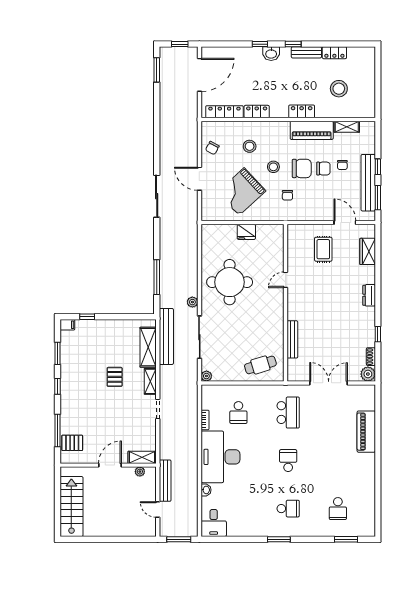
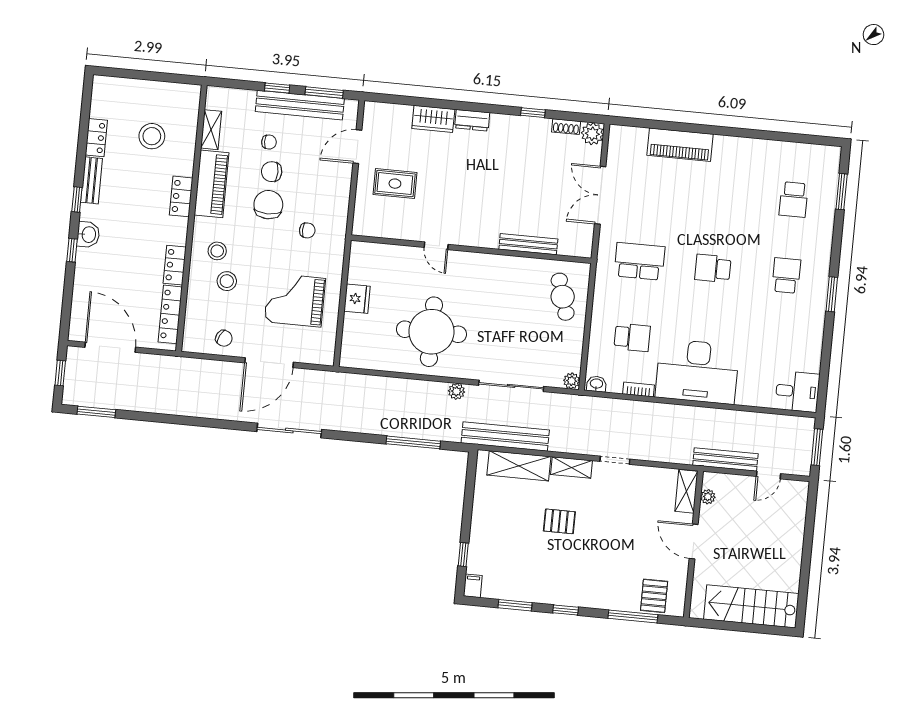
stool: (273, 167) -> (217, 251), moved
chair: (323, 169) -> (272, 172), turned -90
door: (199, 179) -> (269, 363), width x1.36
grand piano: (242, 192) -> (295, 300), turned 133
wardrobe: (368, 251) -> (433, 119), moved
washbasin: (206, 490) -> (596, 384), moved
school desk: (338, 509) -> (794, 199), turned 90

